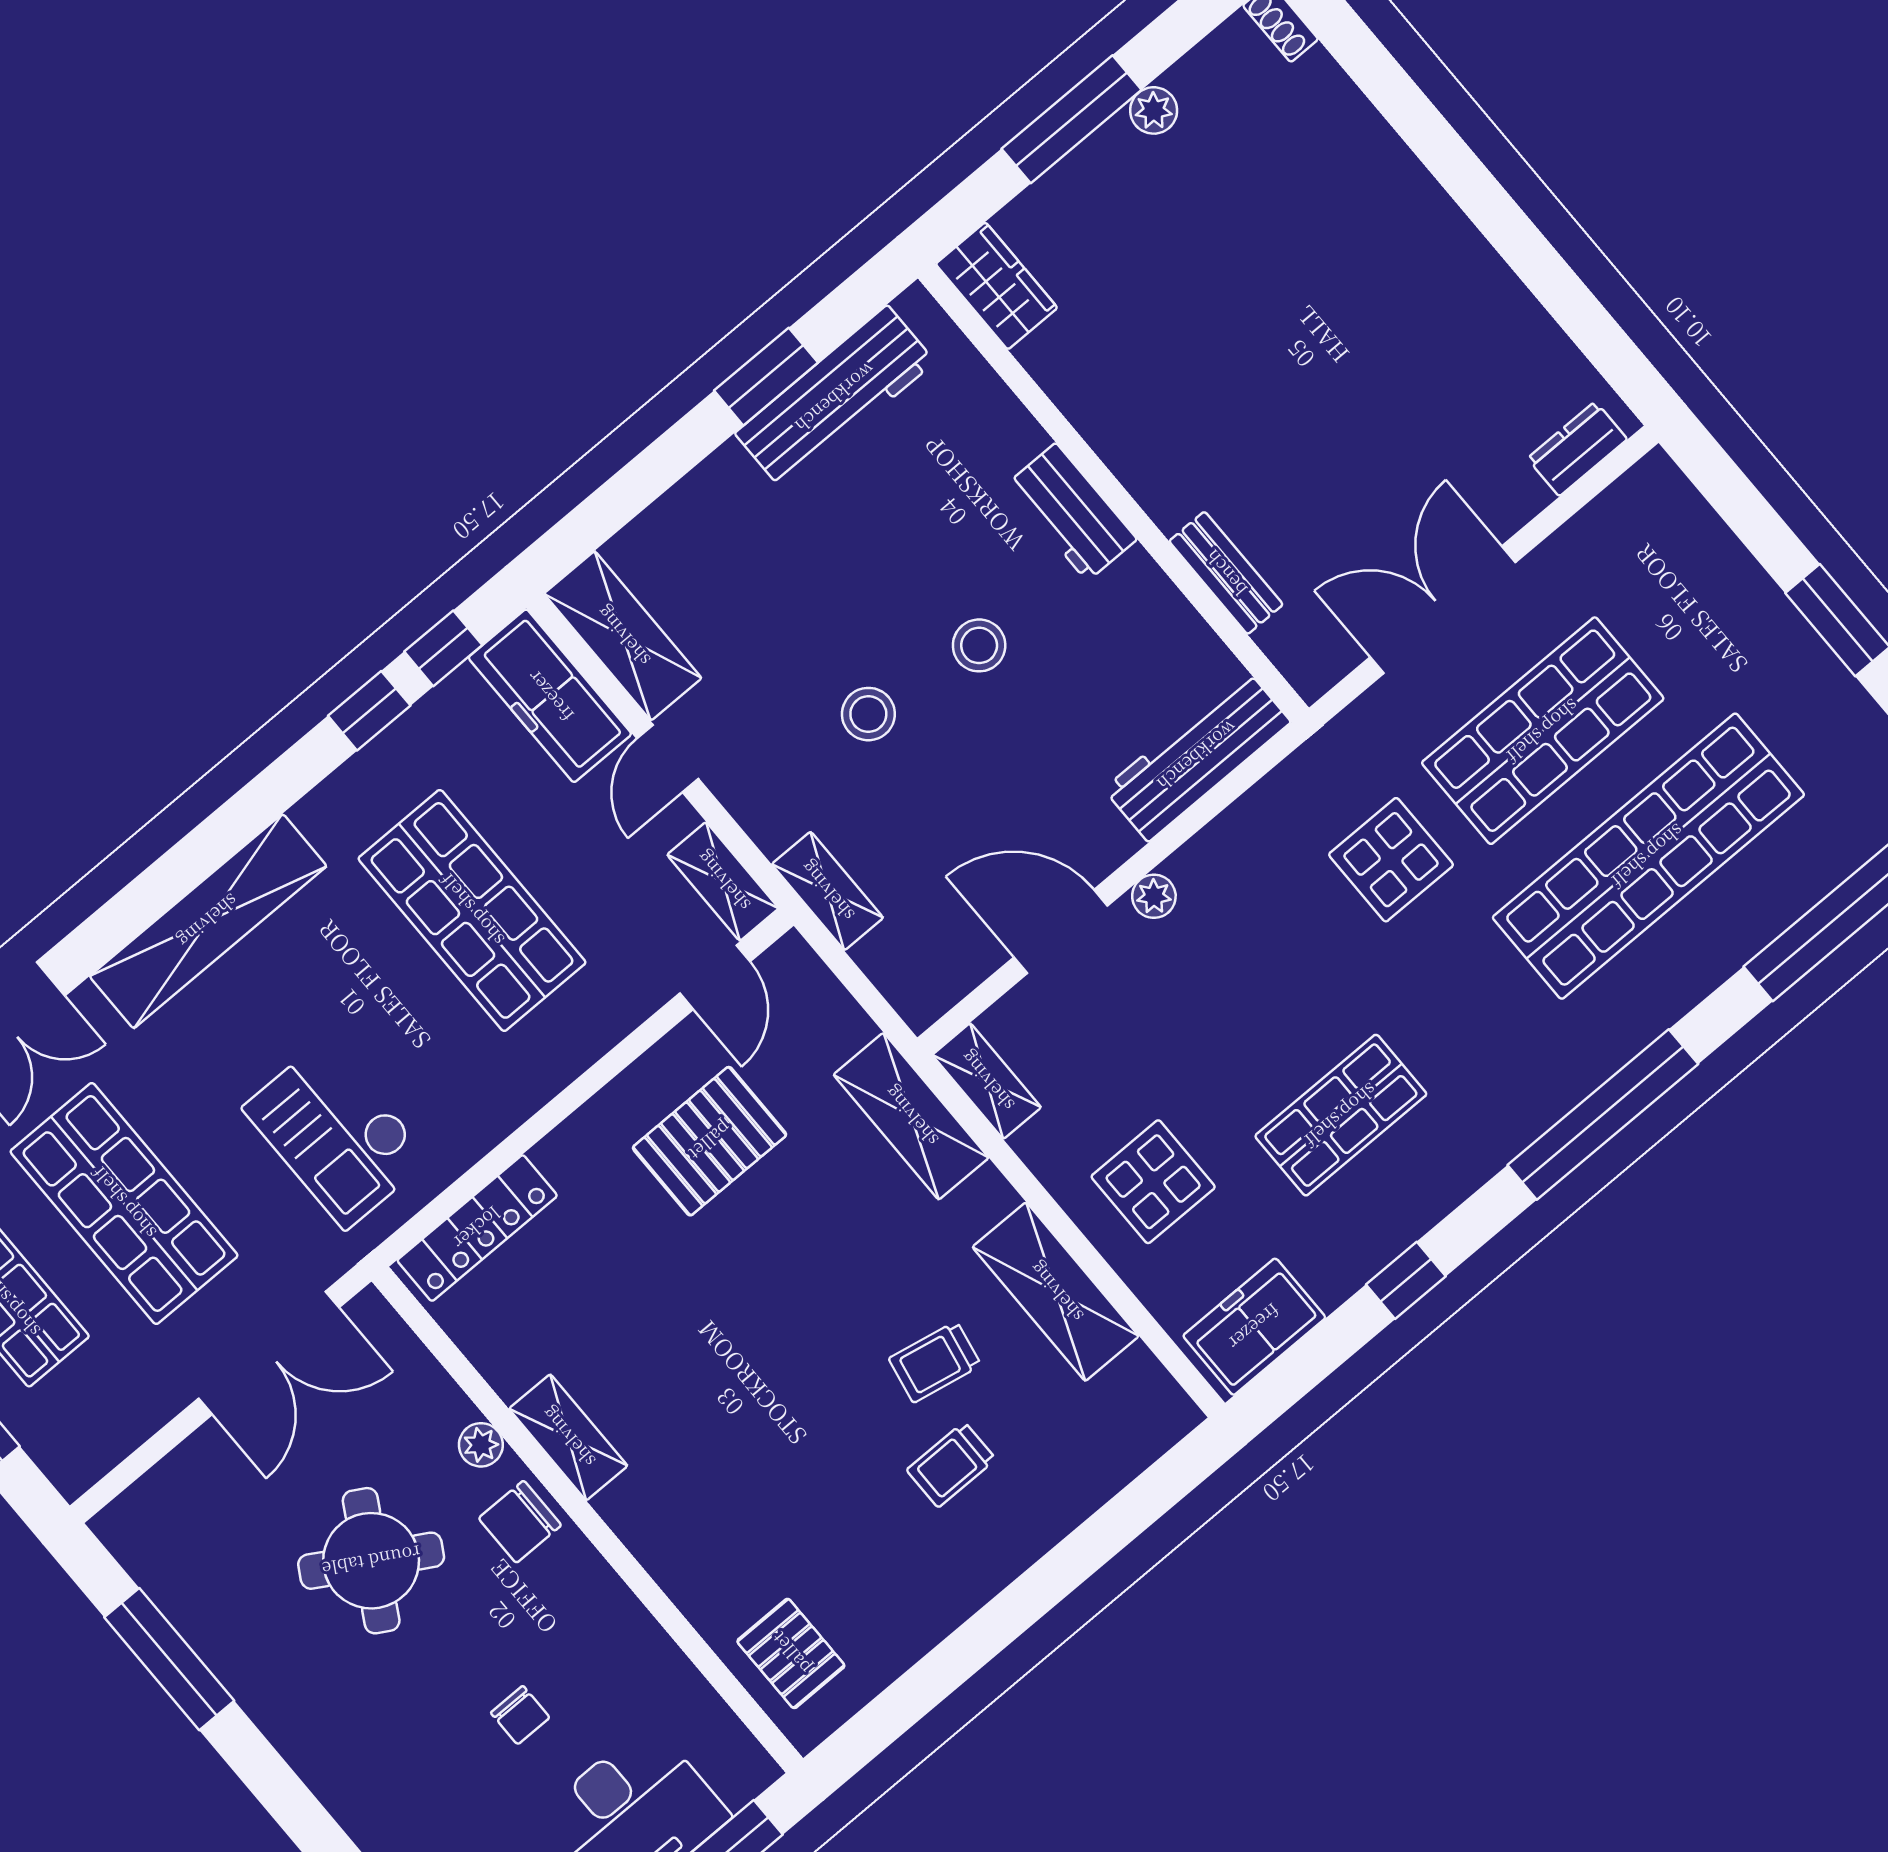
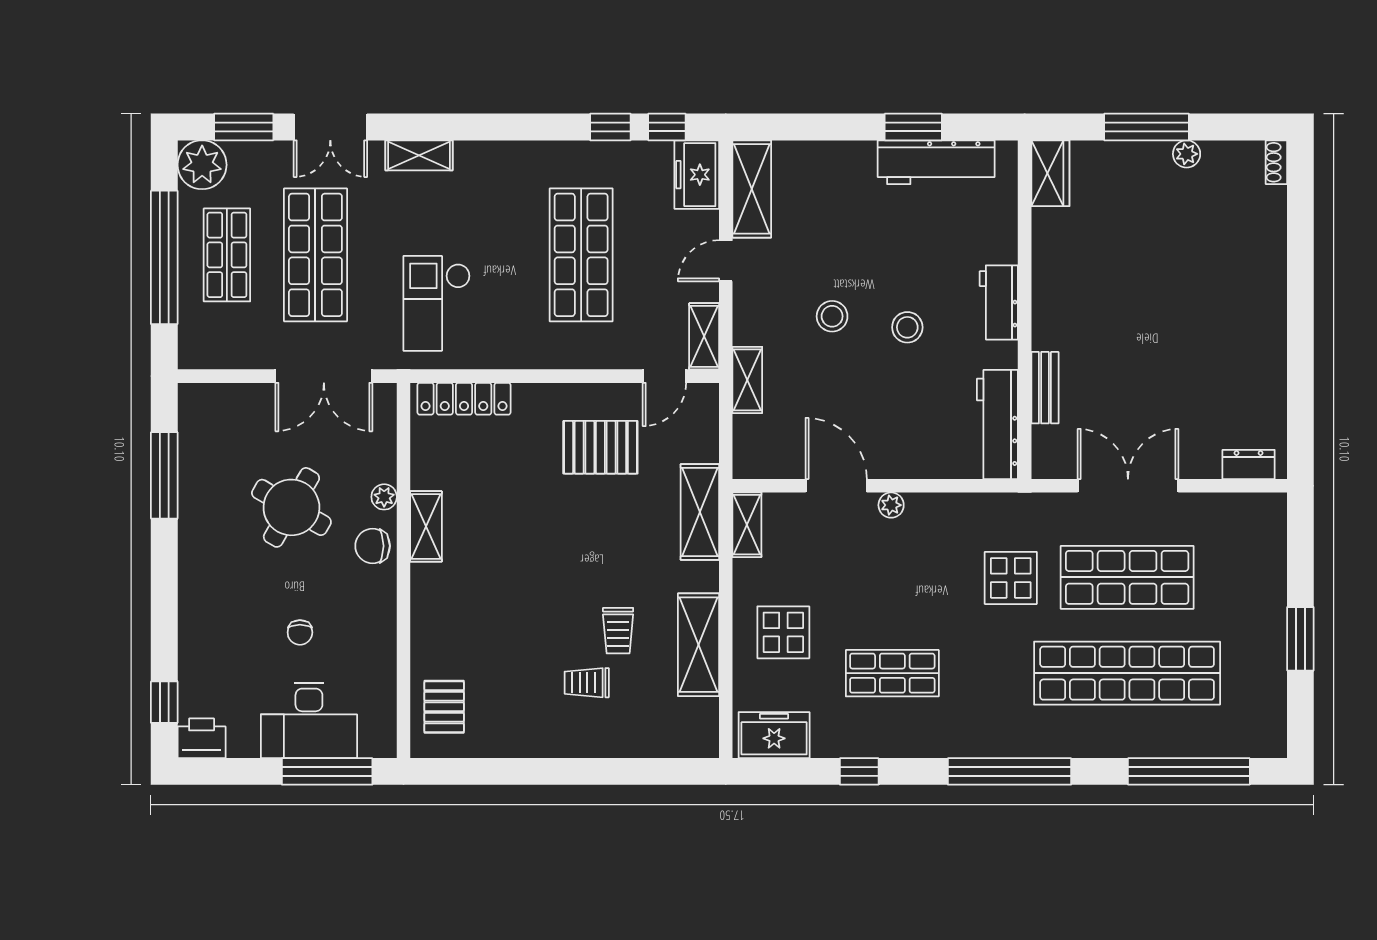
freezer: (550, 696) -> (697, 175), width x0.71
workbench: (1197, 756) -> (997, 424), moved, turned -90
shelving: (208, 921) -> (419, 155), width x0.45, depth x0.75
trolley: (935, 1362) -> (618, 631), turned -101

